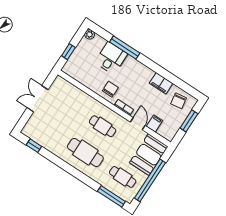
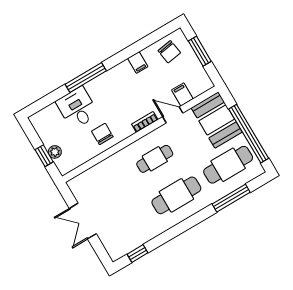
plant: (90, 34) -> (55, 152), moved
window: (125, 48) -> (86, 78), moved
filing cabinet: (161, 83) -> (138, 63), width x0.50
chair: (110, 89) -> (102, 134), moved
cafe table: (123, 177) -> (228, 165), width x1.37, depth x1.35
window: (111, 196) -> (231, 198), moved

